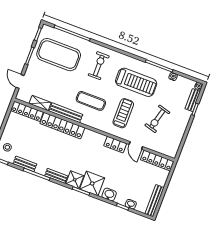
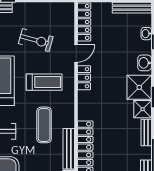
treadmill: (123, 113) -> (44, 82), turned 180

